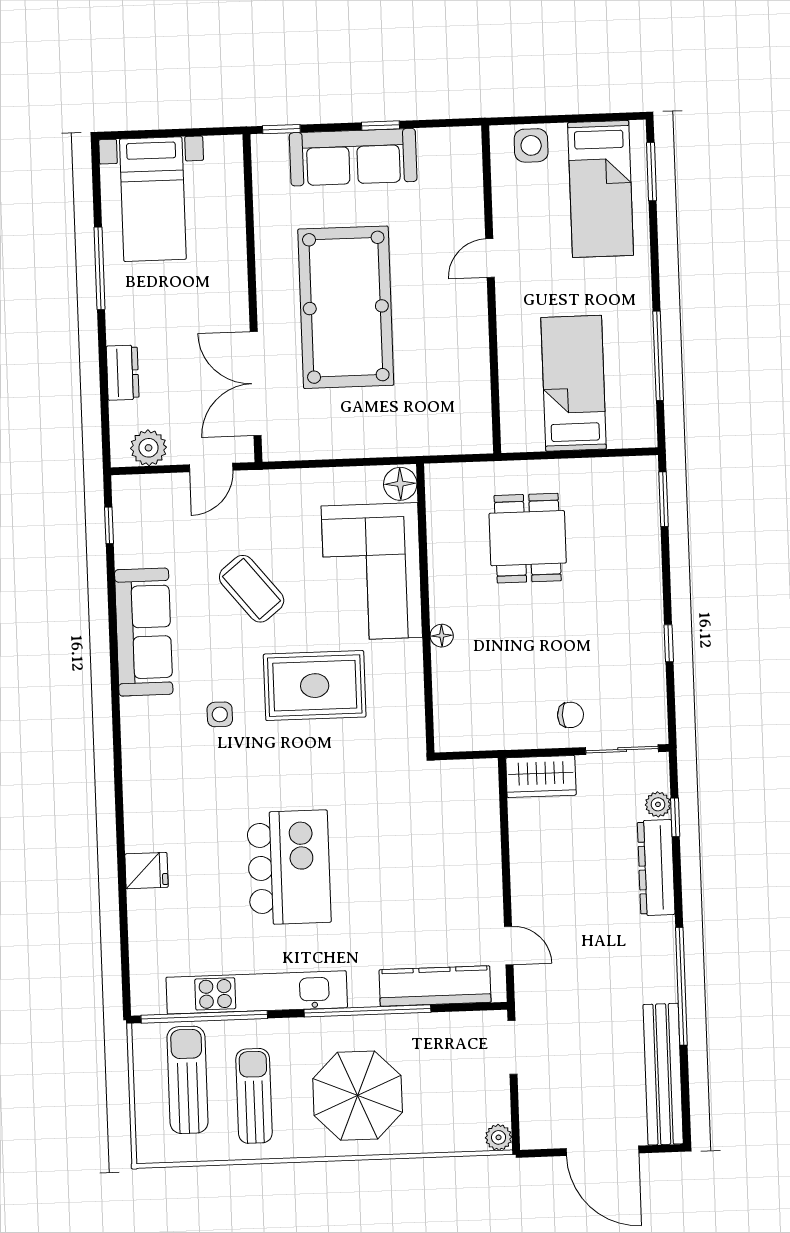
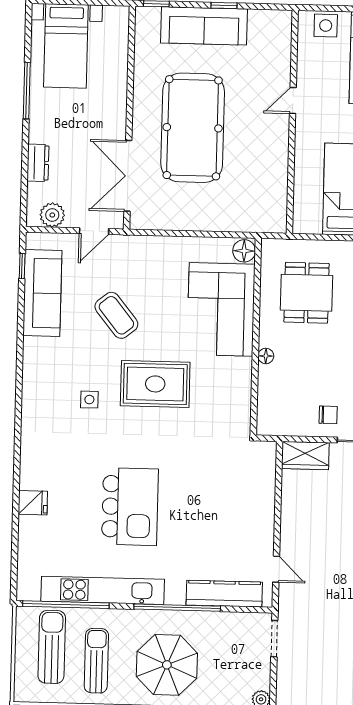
floor lamp: (400, 484) -> (244, 251), moved
corner sofa: (372, 572) -> (221, 309), moved
wall: (425, 608) -> (256, 337), moved
sofa: (144, 632) -> (42, 293), moved
floor lamp: (442, 636) -> (266, 356), moved

